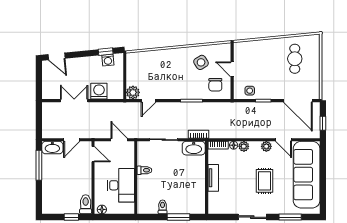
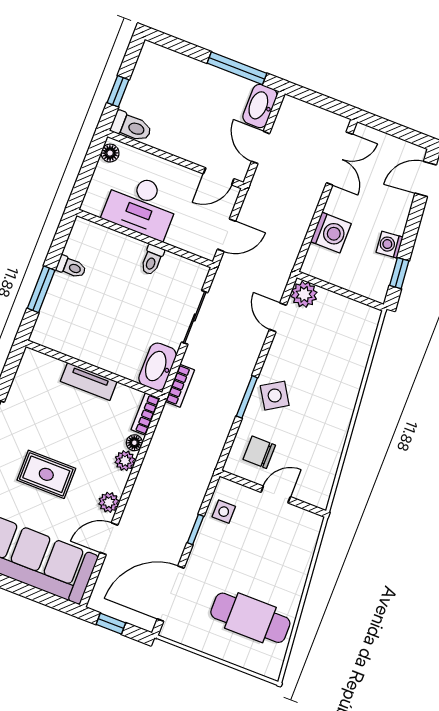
cafe table: (295, 59) -> (250, 618), width x1.37, depth x1.35
washing machine: (108, 60) -> (389, 245), moved
side table: (201, 62) -> (275, 396), moved
double door: (74, 101) -> (339, 158), moved

